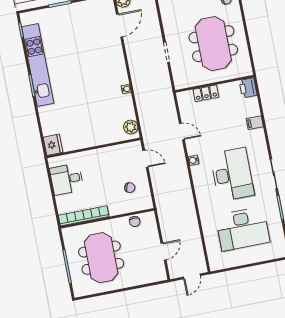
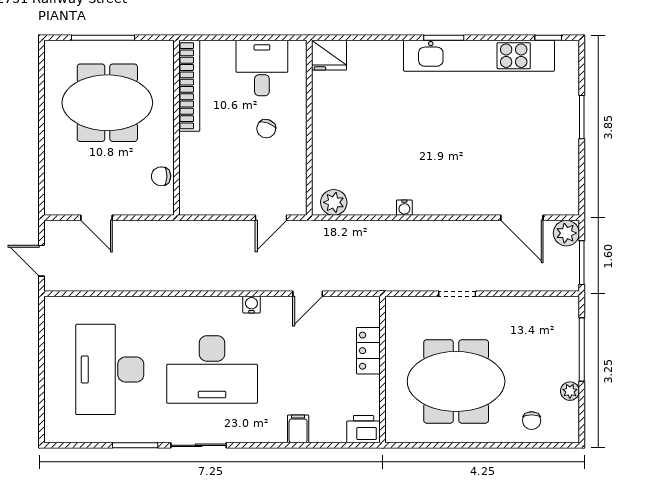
chair: (130, 188) -> (266, 129), moved

